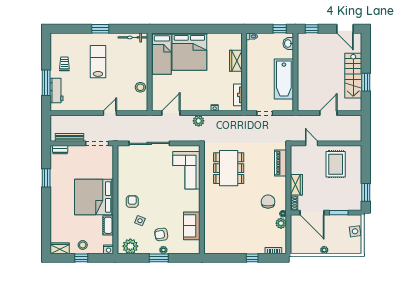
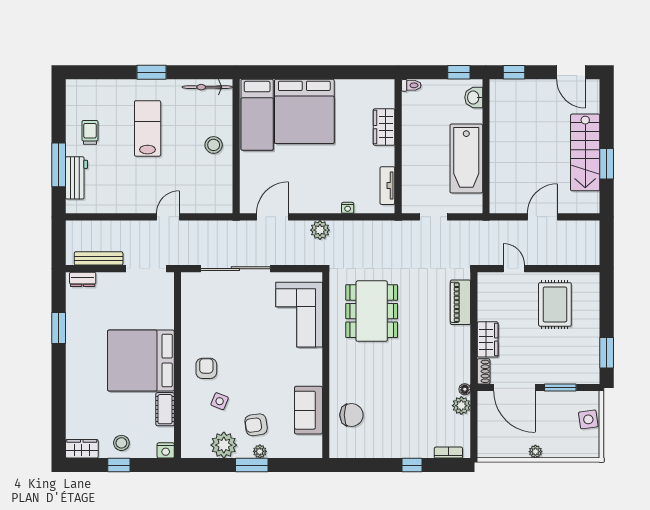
stool: (140, 87) -> (214, 145), moved
chair: (268, 202) -> (351, 415), moved, turned 90
plant: (130, 246) -> (224, 445), moved

